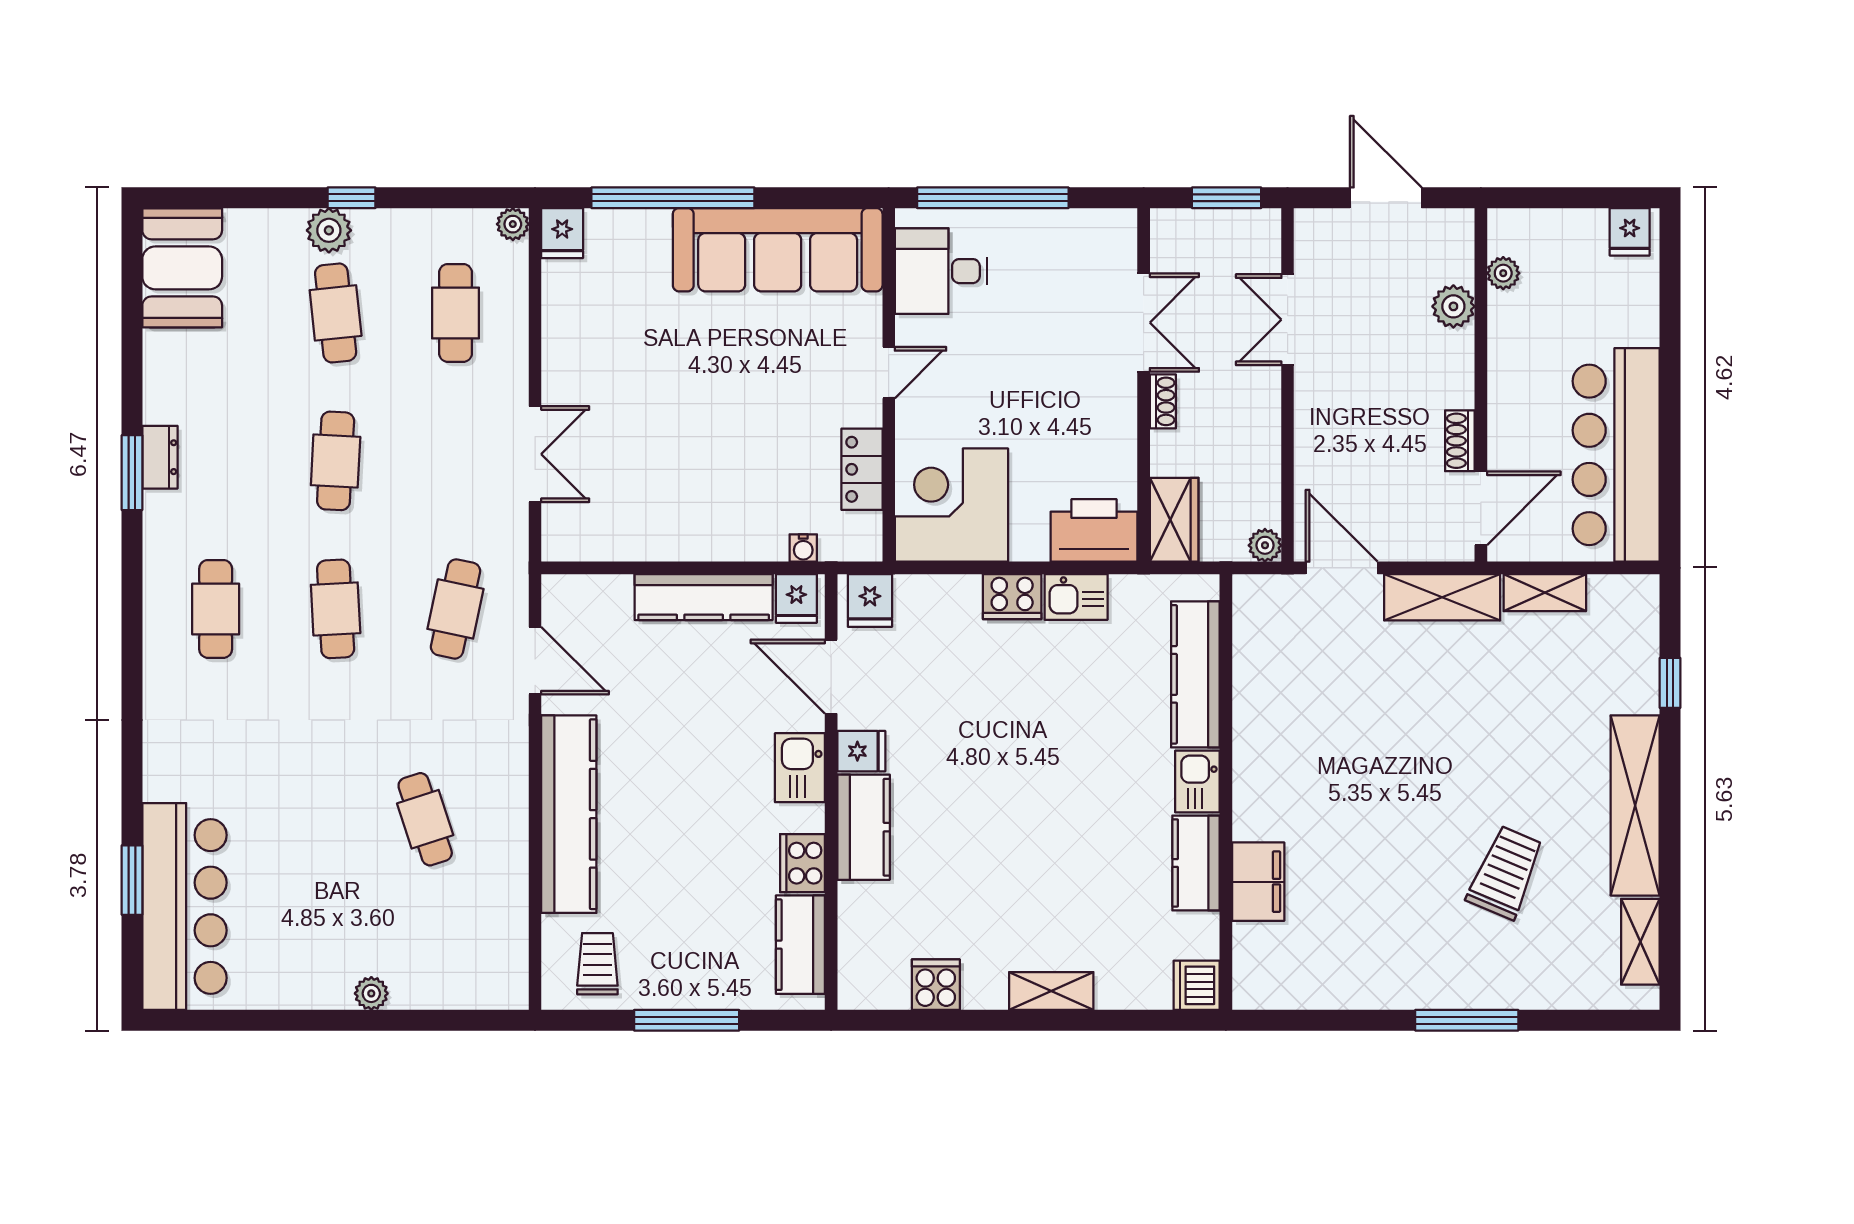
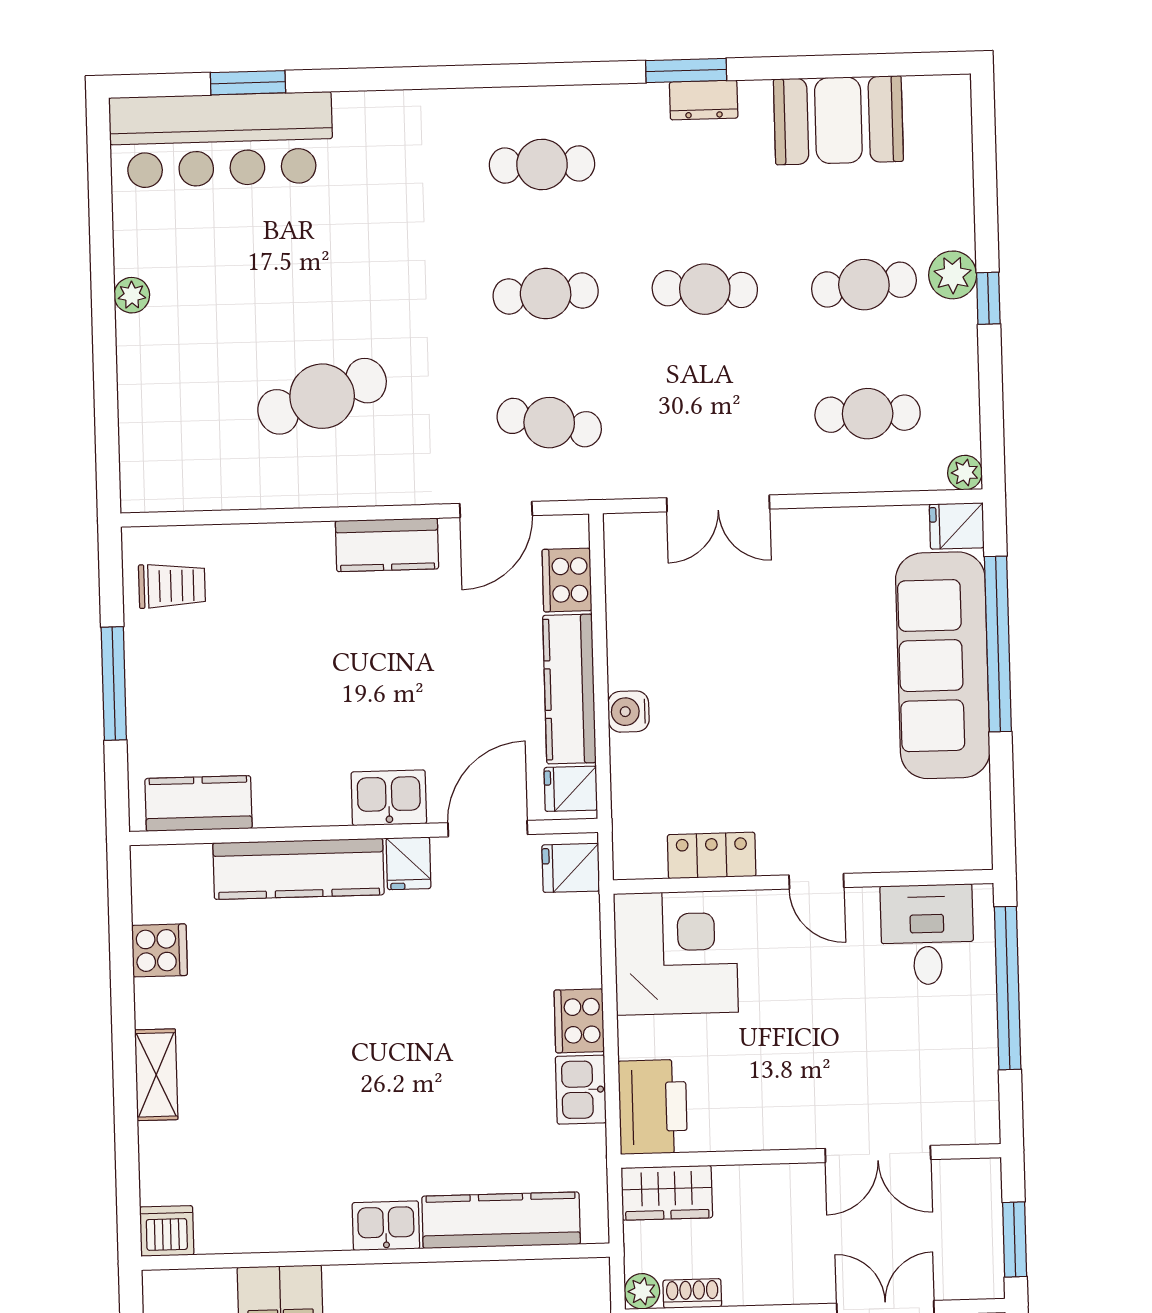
sofa: (778, 250) -> (943, 665), moved
booth: (182, 268) -> (838, 120), moved
shoe rack: (1163, 401) -> (692, 1293), moved, turned 180
water cooler: (803, 548) -> (629, 712), moved, width x1.38, depth x1.38
kitchen counter: (569, 814) -> (387, 545), width x0.48, depth x0.86
cafe table: (425, 819) -> (322, 396), width x1.37, depth x1.35
kitchen counter: (864, 827) -> (298, 869), width x1.50
cooker: (802, 863) -> (567, 580), moved, turned -90
kitchen counter: (1196, 863) -> (298, 1227), removed
plant: (371, 993) -> (132, 295), moved

